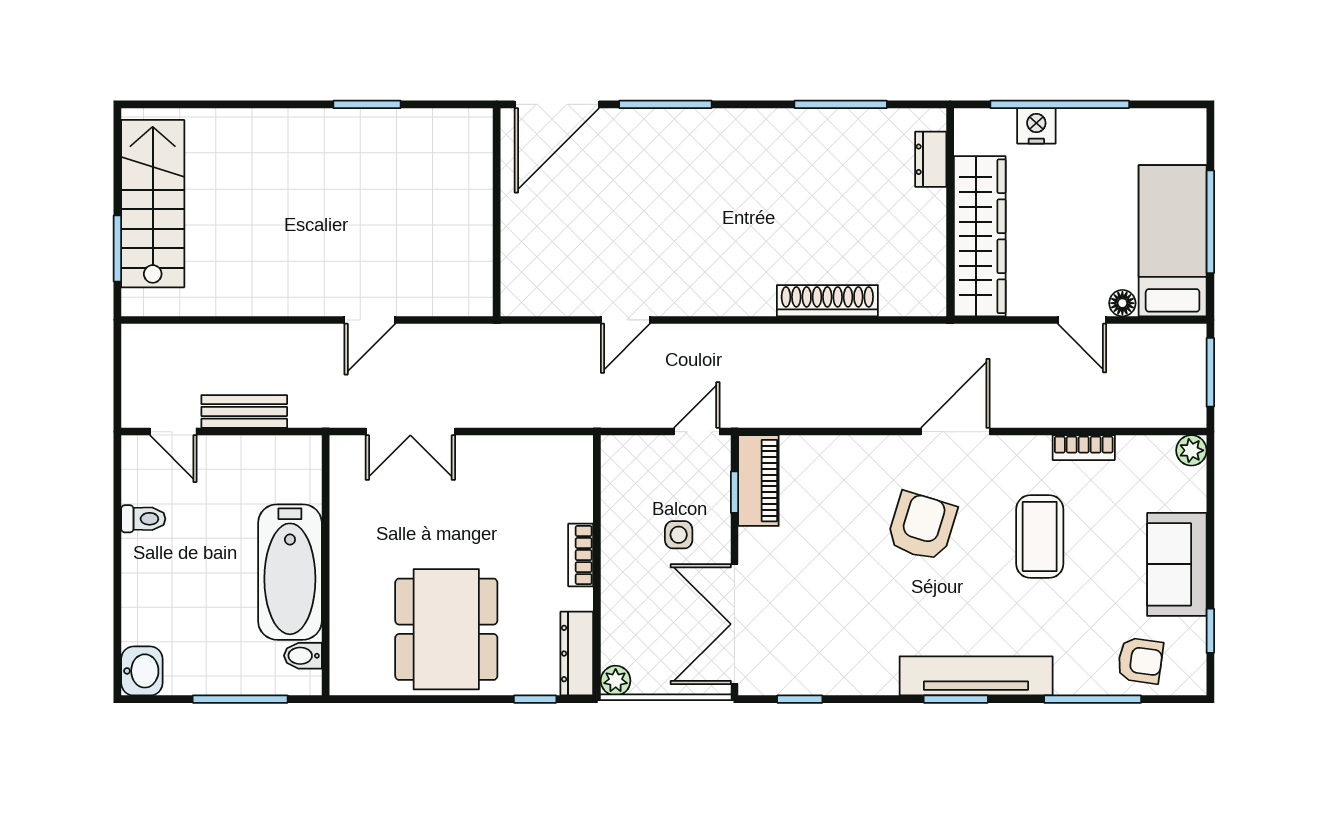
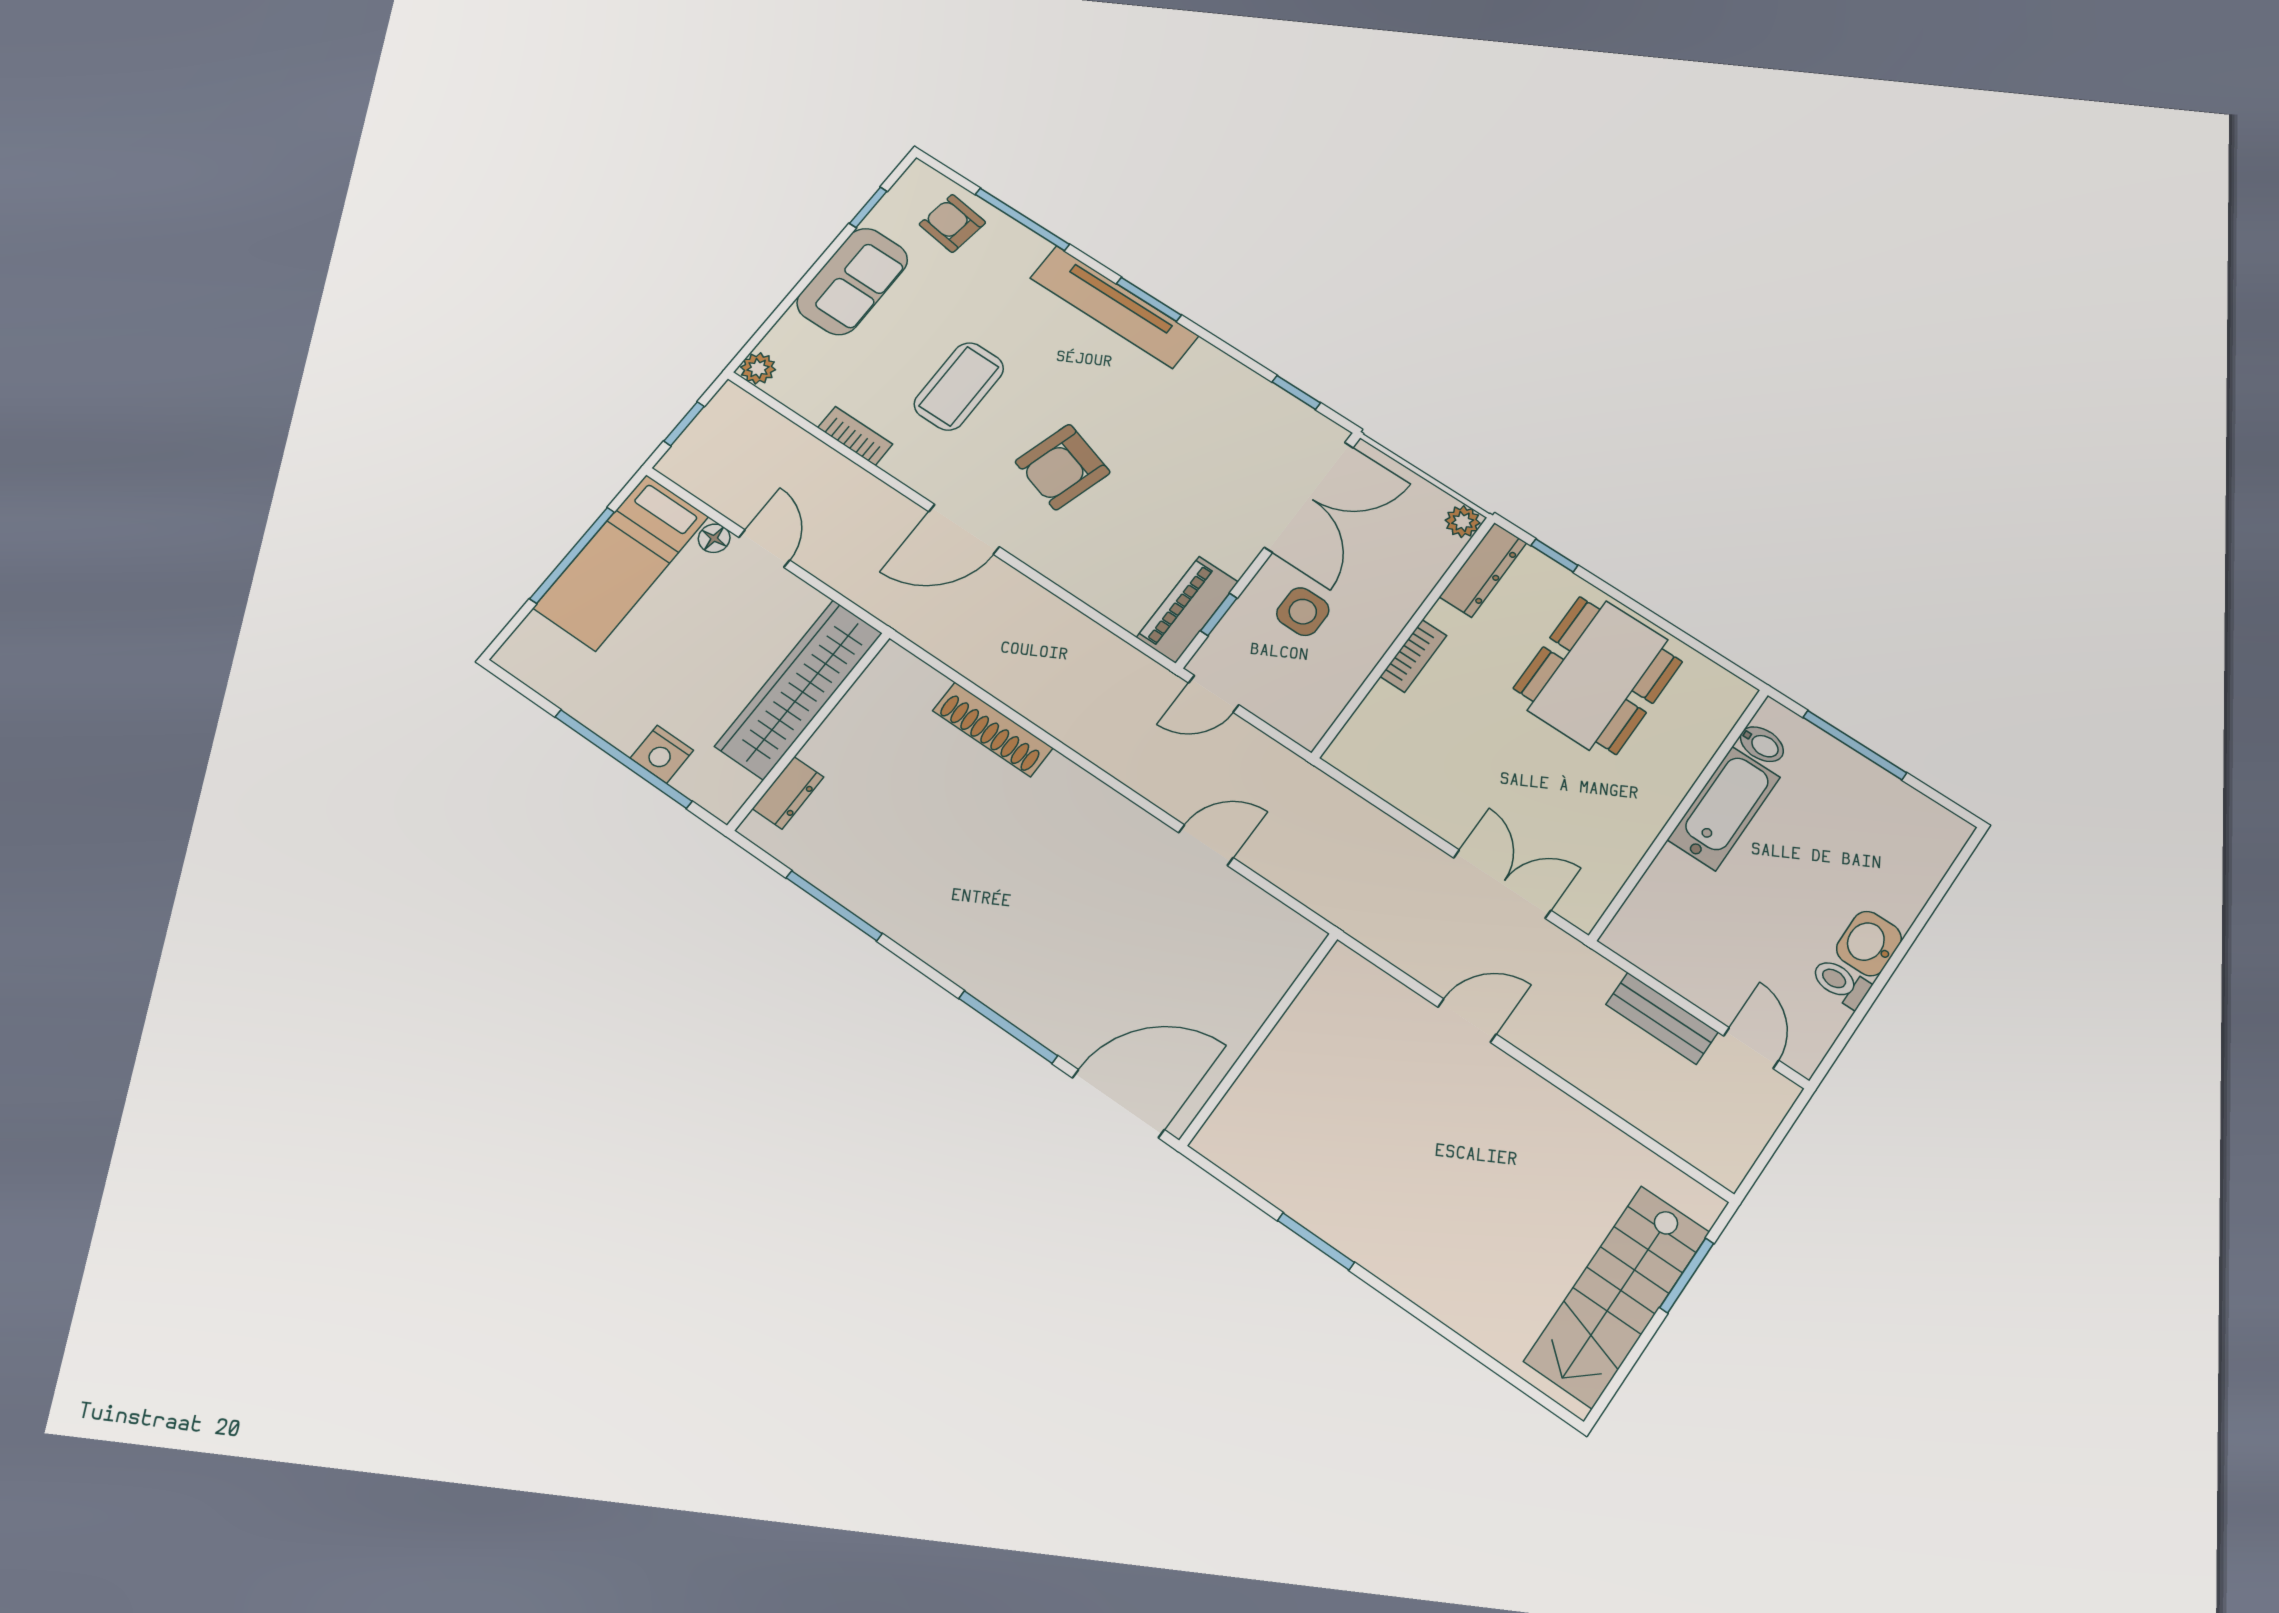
window: (1210, 372) -> (684, 424), width x0.67
side table: (679, 535) -> (1303, 612), width x1.37, depth x1.37
bathtub: (290, 572) -> (1724, 808), width x0.73, depth x0.73
washbasin: (142, 671) -> (1869, 944), moved

